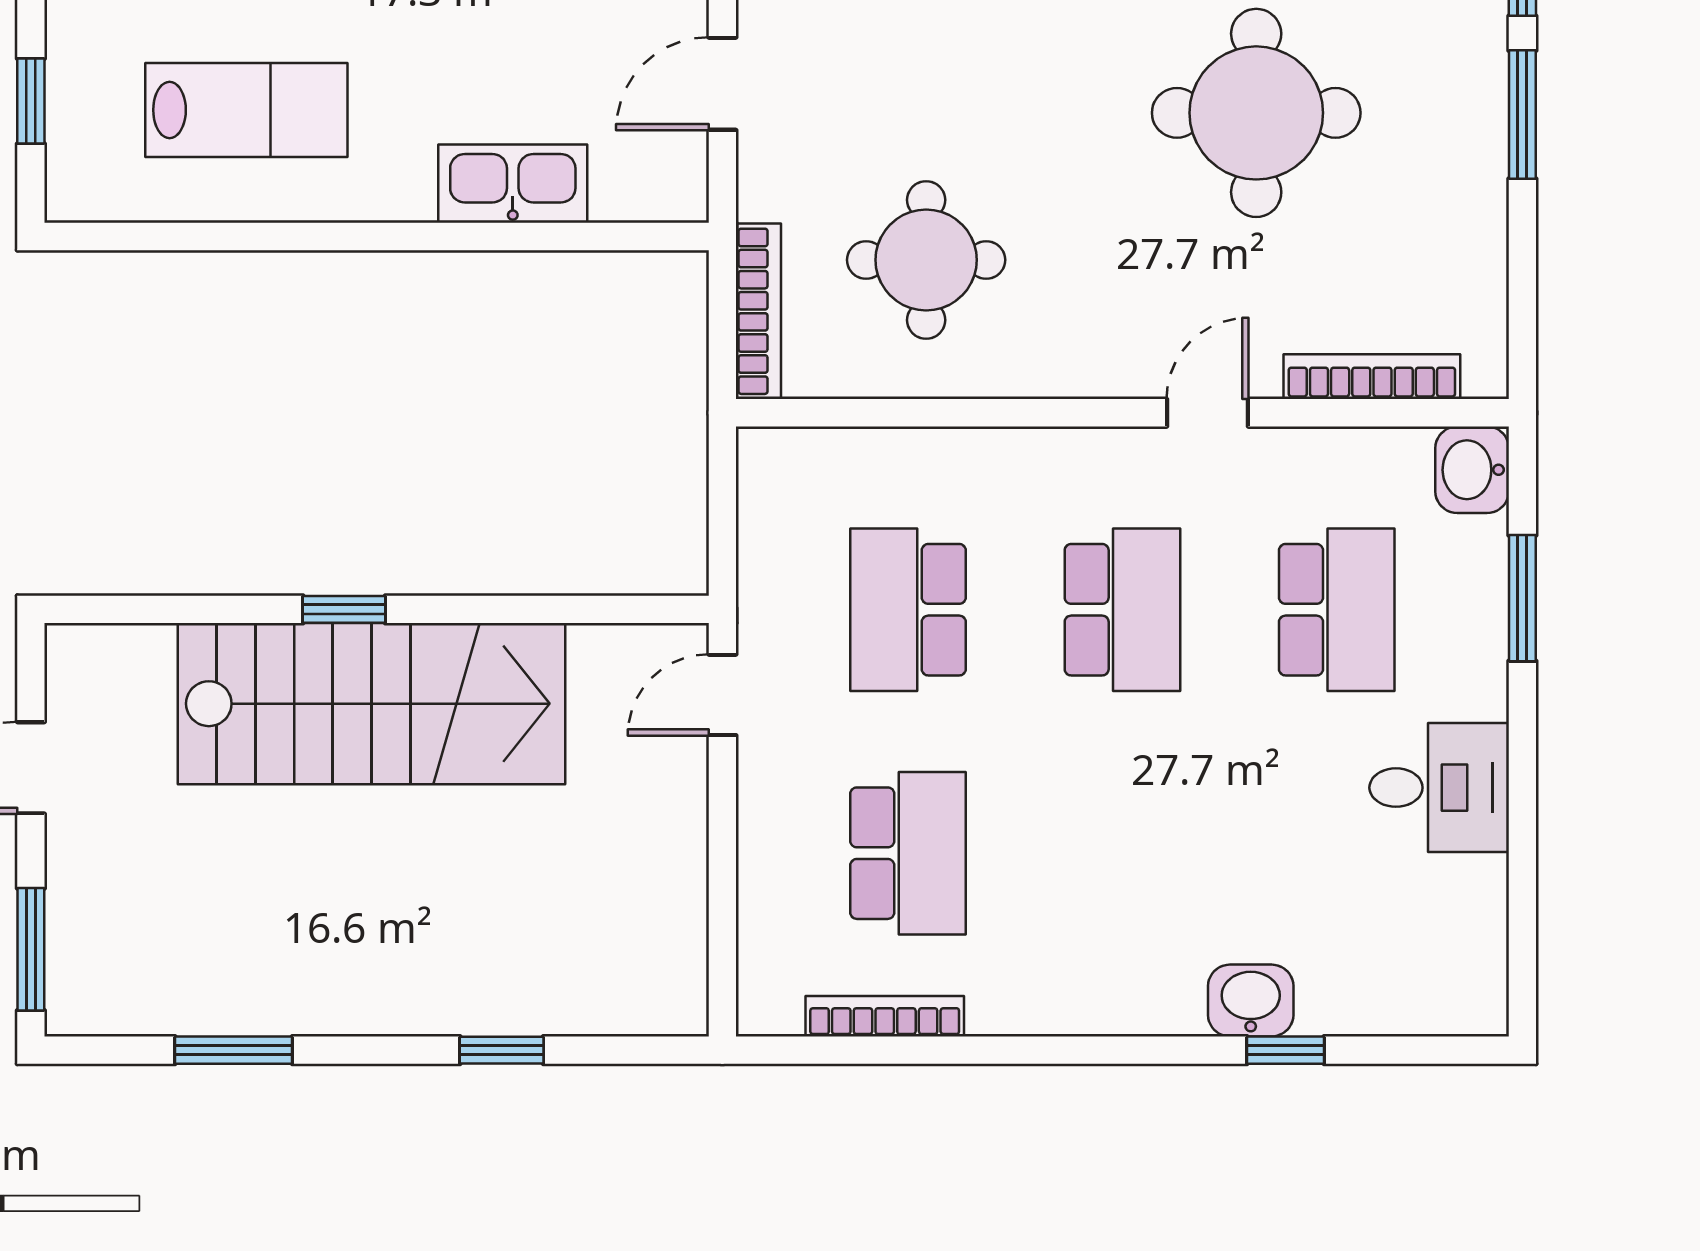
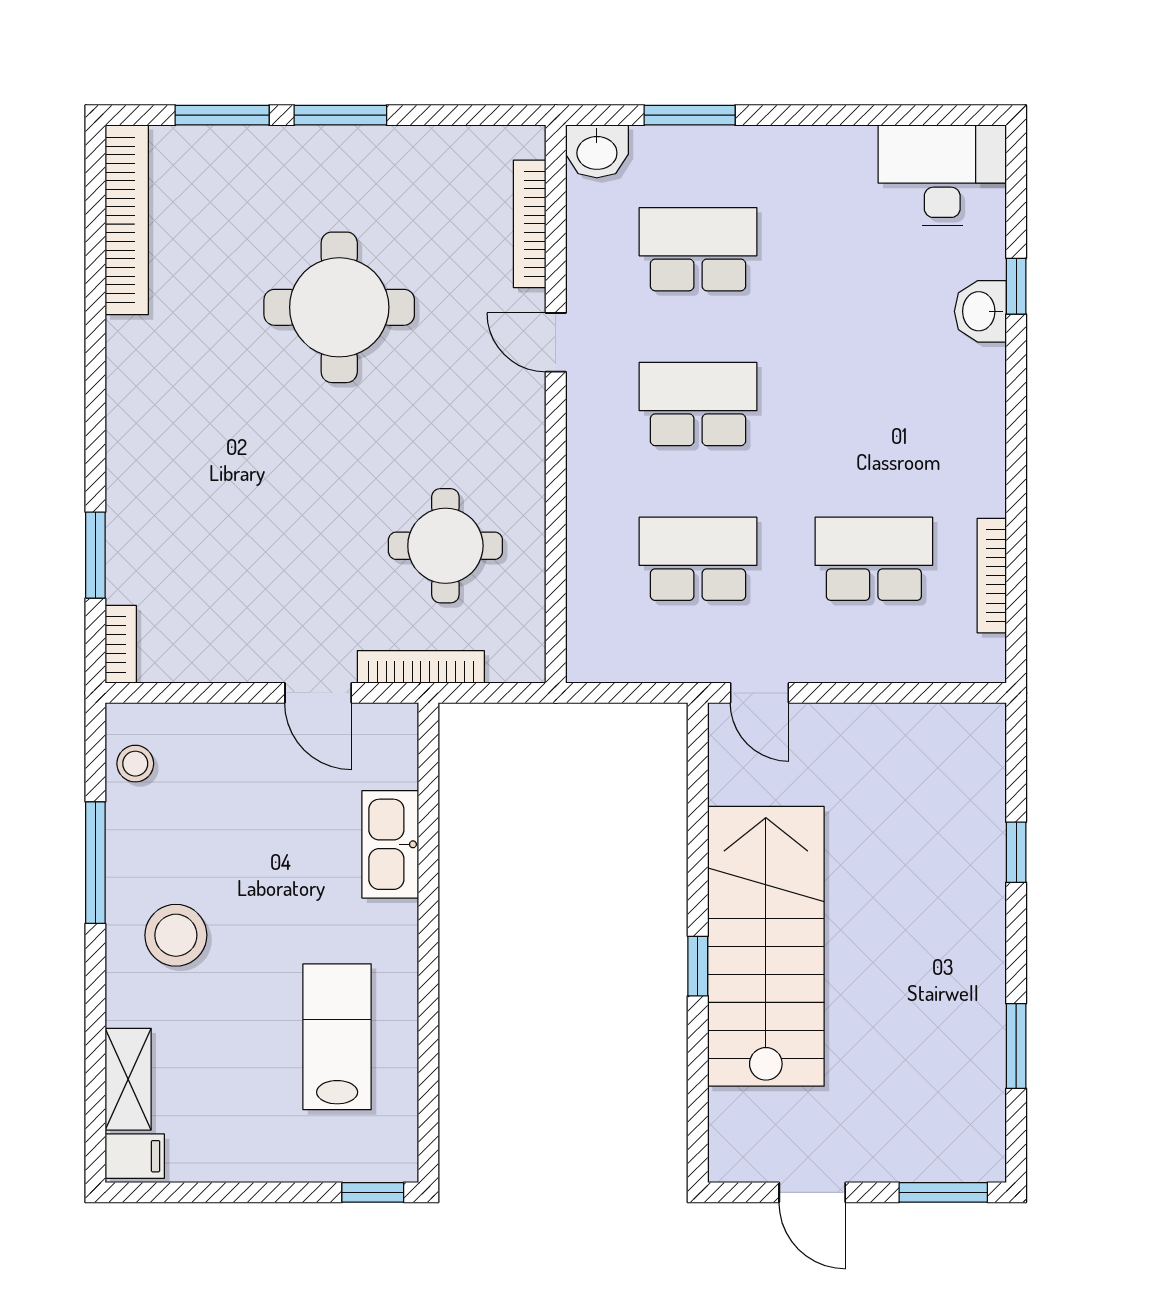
window: (31, 101) -> (373, 1192), moved
bookcase: (758, 311) -> (421, 667), moved
school desk: (908, 610) -> (698, 559), turned 180
desk: (1439, 788) -> (942, 175), moved, width x1.37

